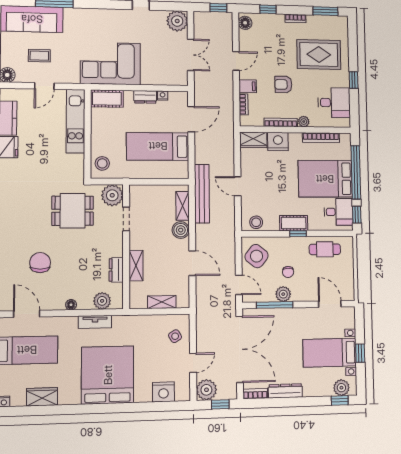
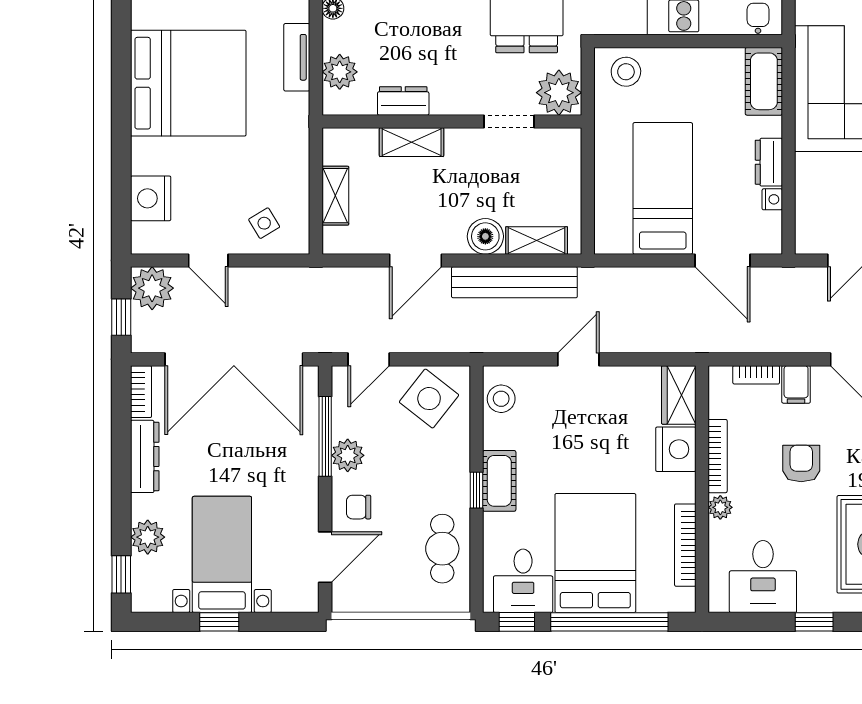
bench: (202, 194) -> (514, 282), moved
chair: (288, 272) -> (359, 507), moved
plant: (341, 388) -> (148, 537), moved

